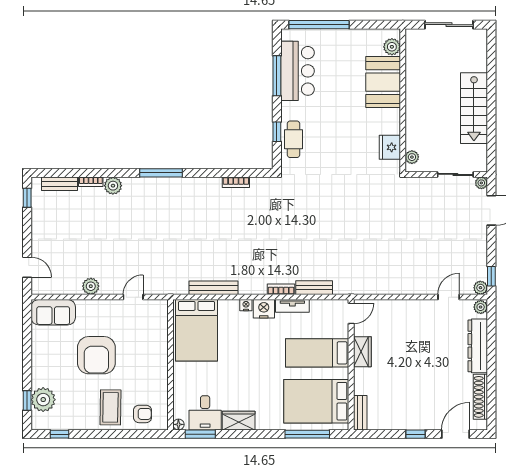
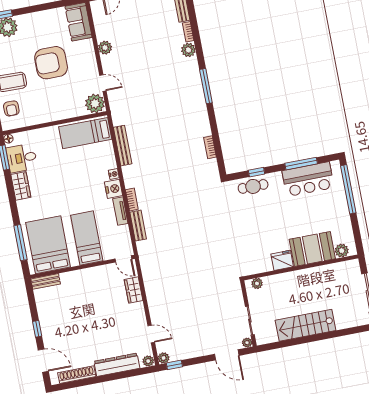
fridge: (390, 147) -> (282, 260), moved
plant: (156, 311) -> (95, 103), added
bed: (196, 330) -> (85, 133), width x0.67
wardrobe: (362, 352) -> (134, 290), moved, turned 90

